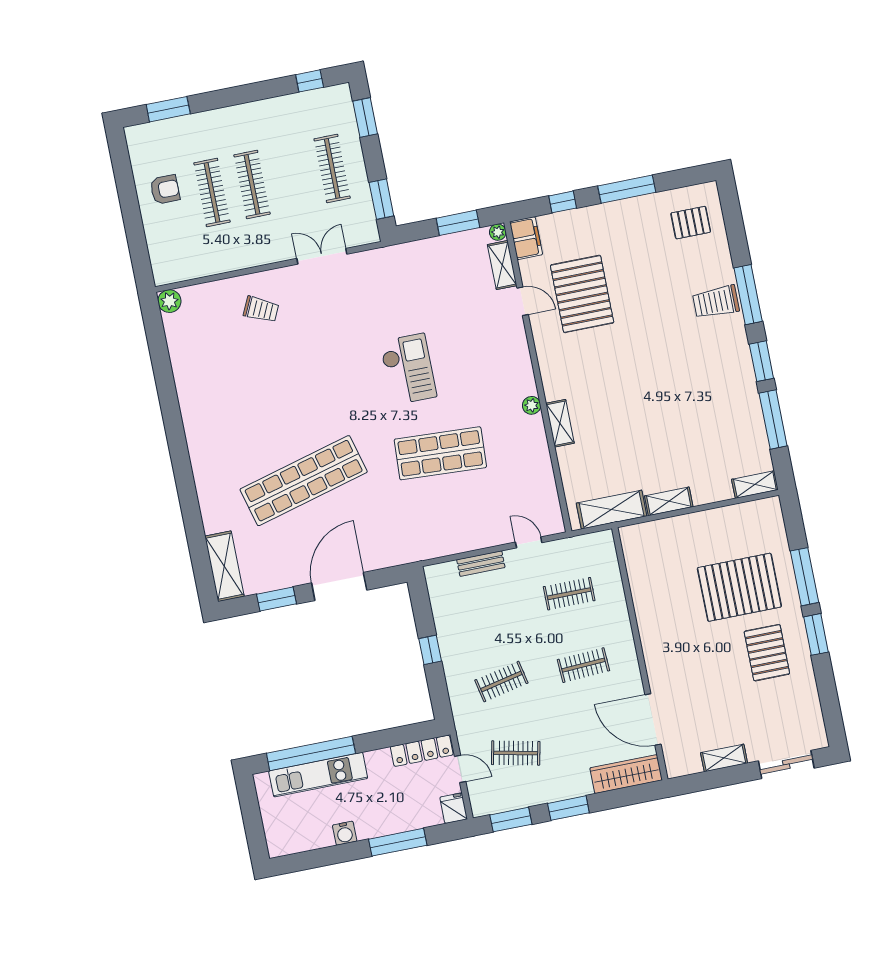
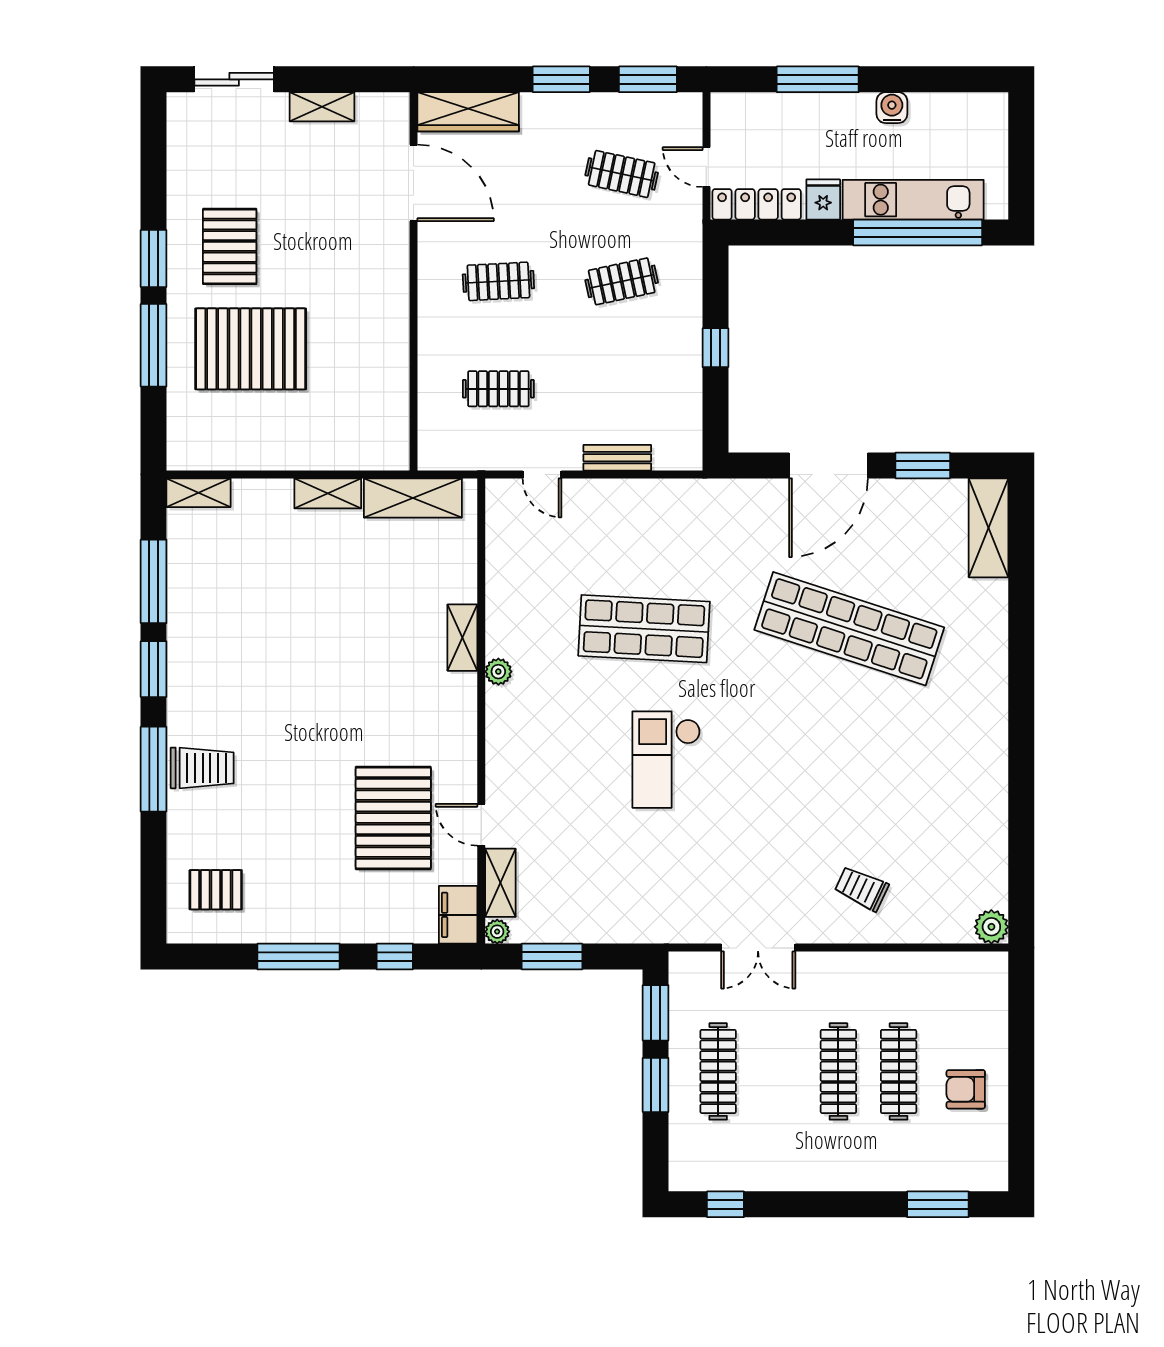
window: (365, 118) -> (656, 1085), moved
shop shelf: (304, 481) -> (849, 629), turned 33
fridge: (454, 808) -> (823, 199), moved, turned 180

